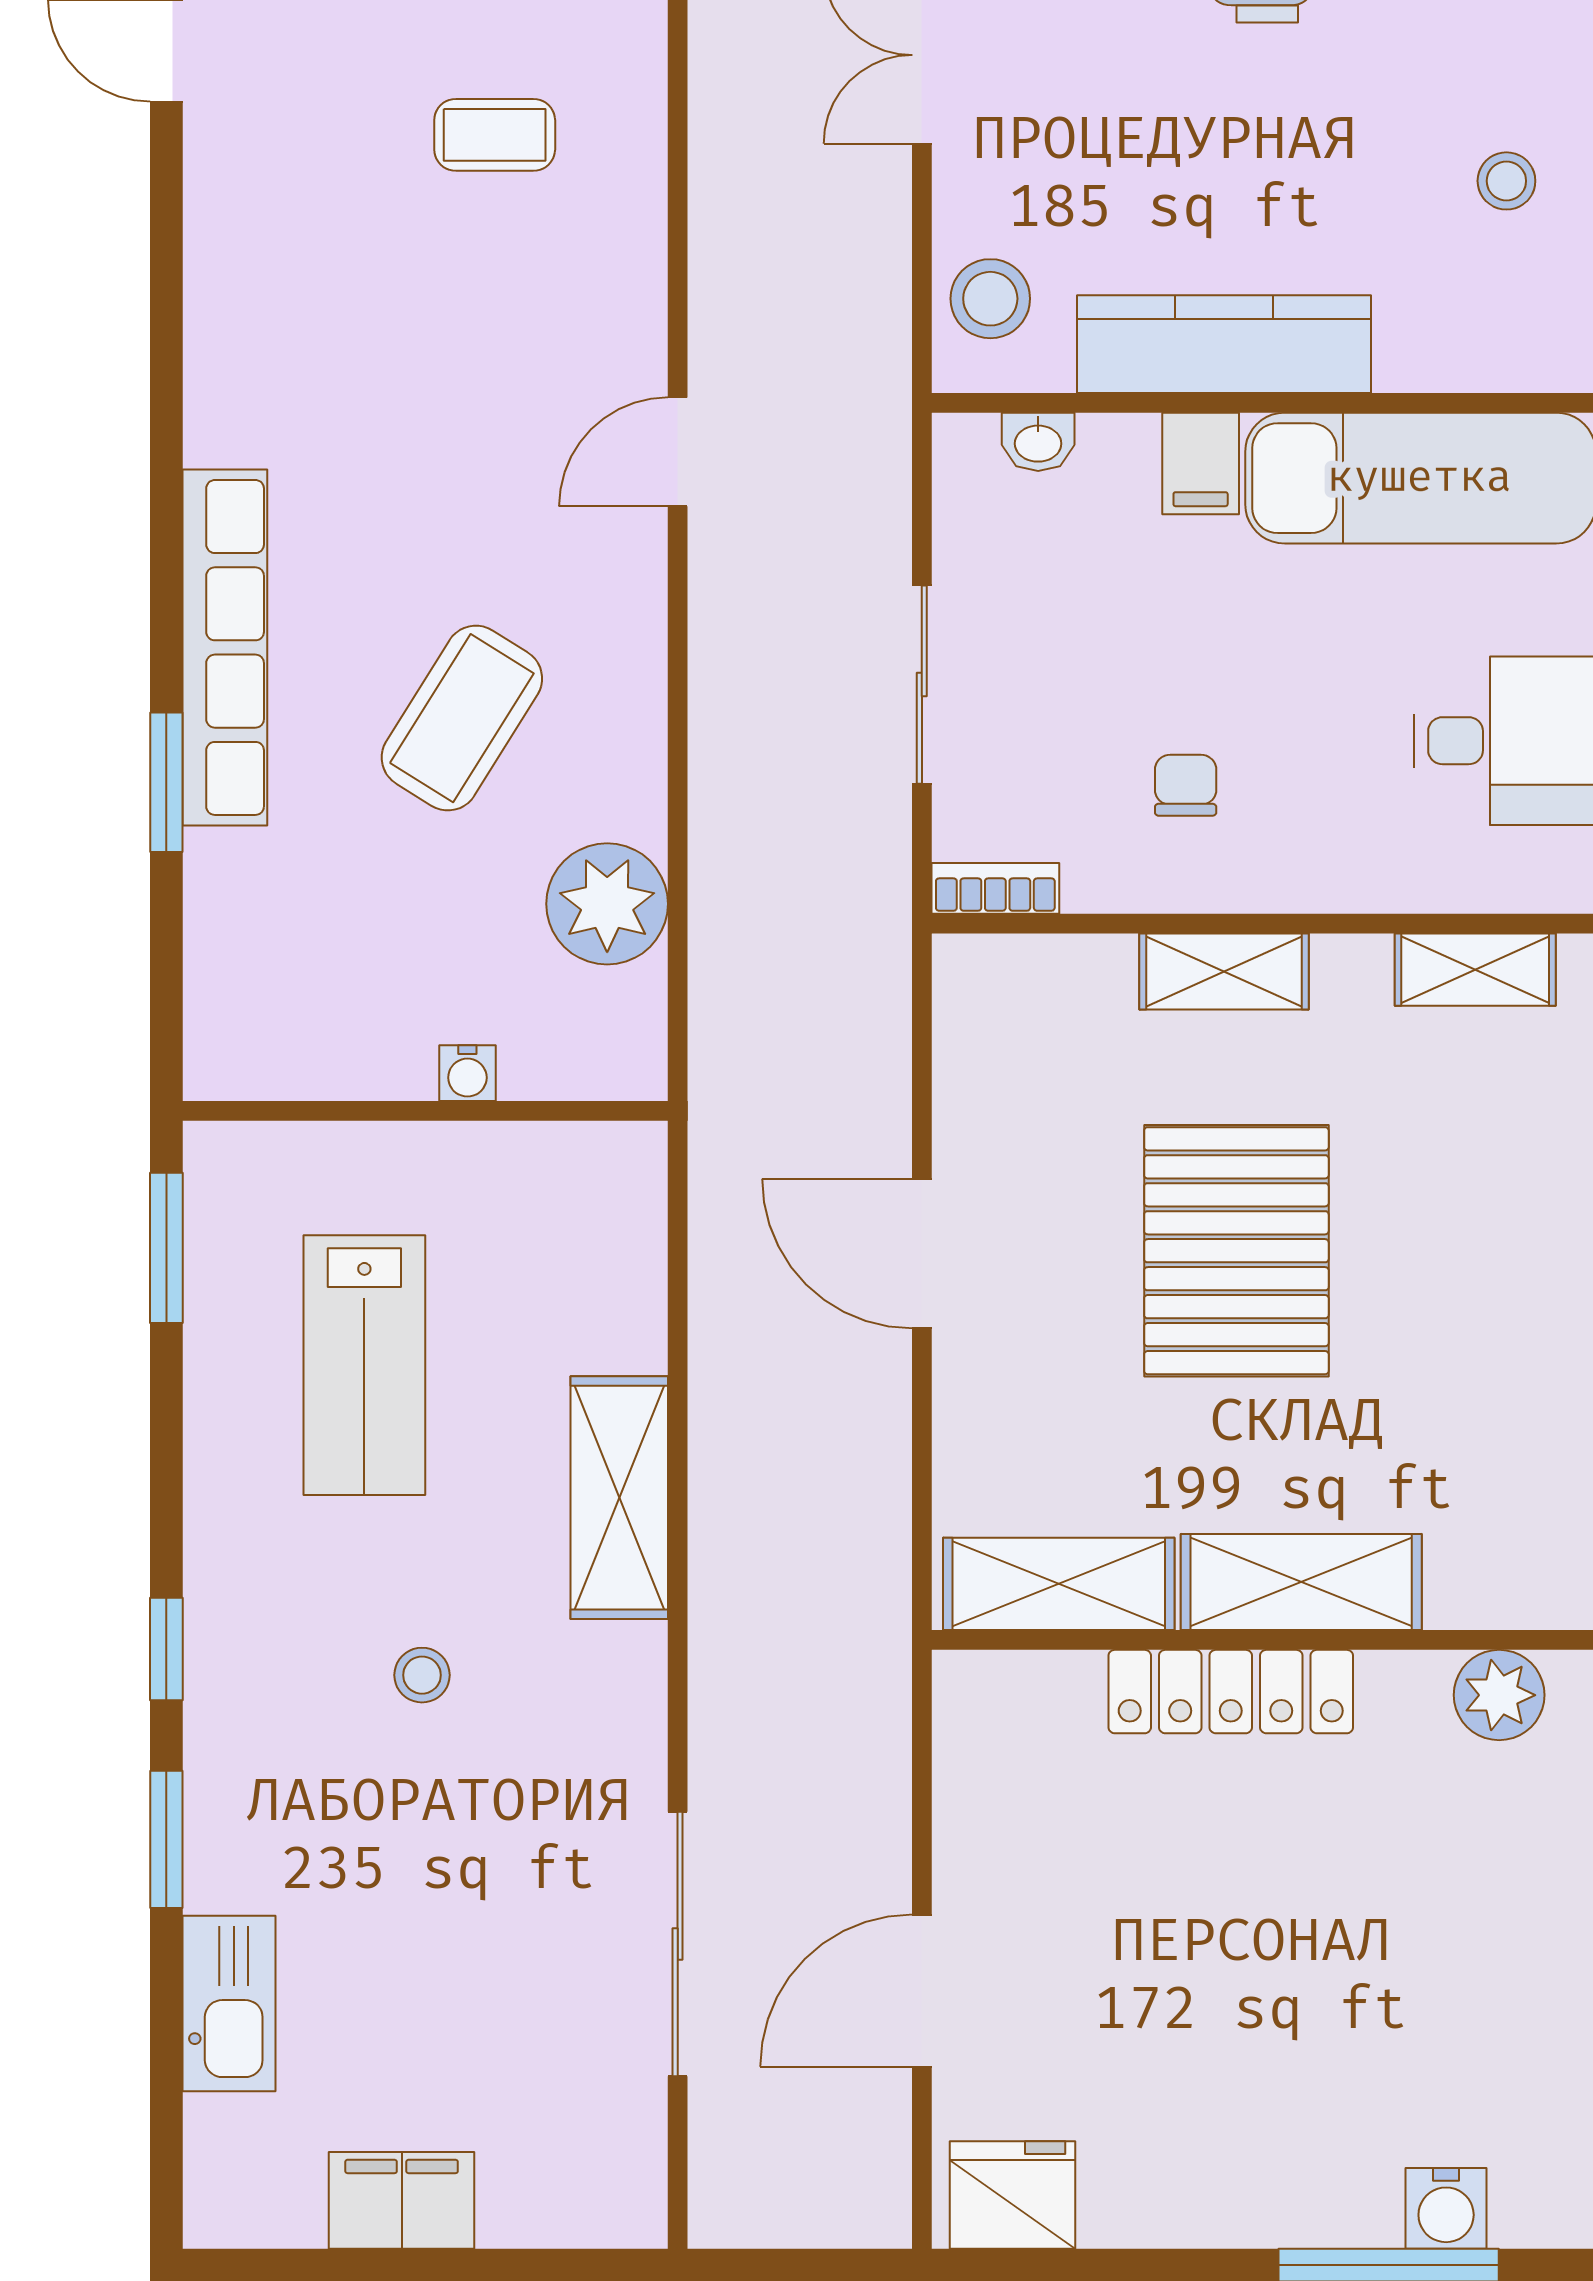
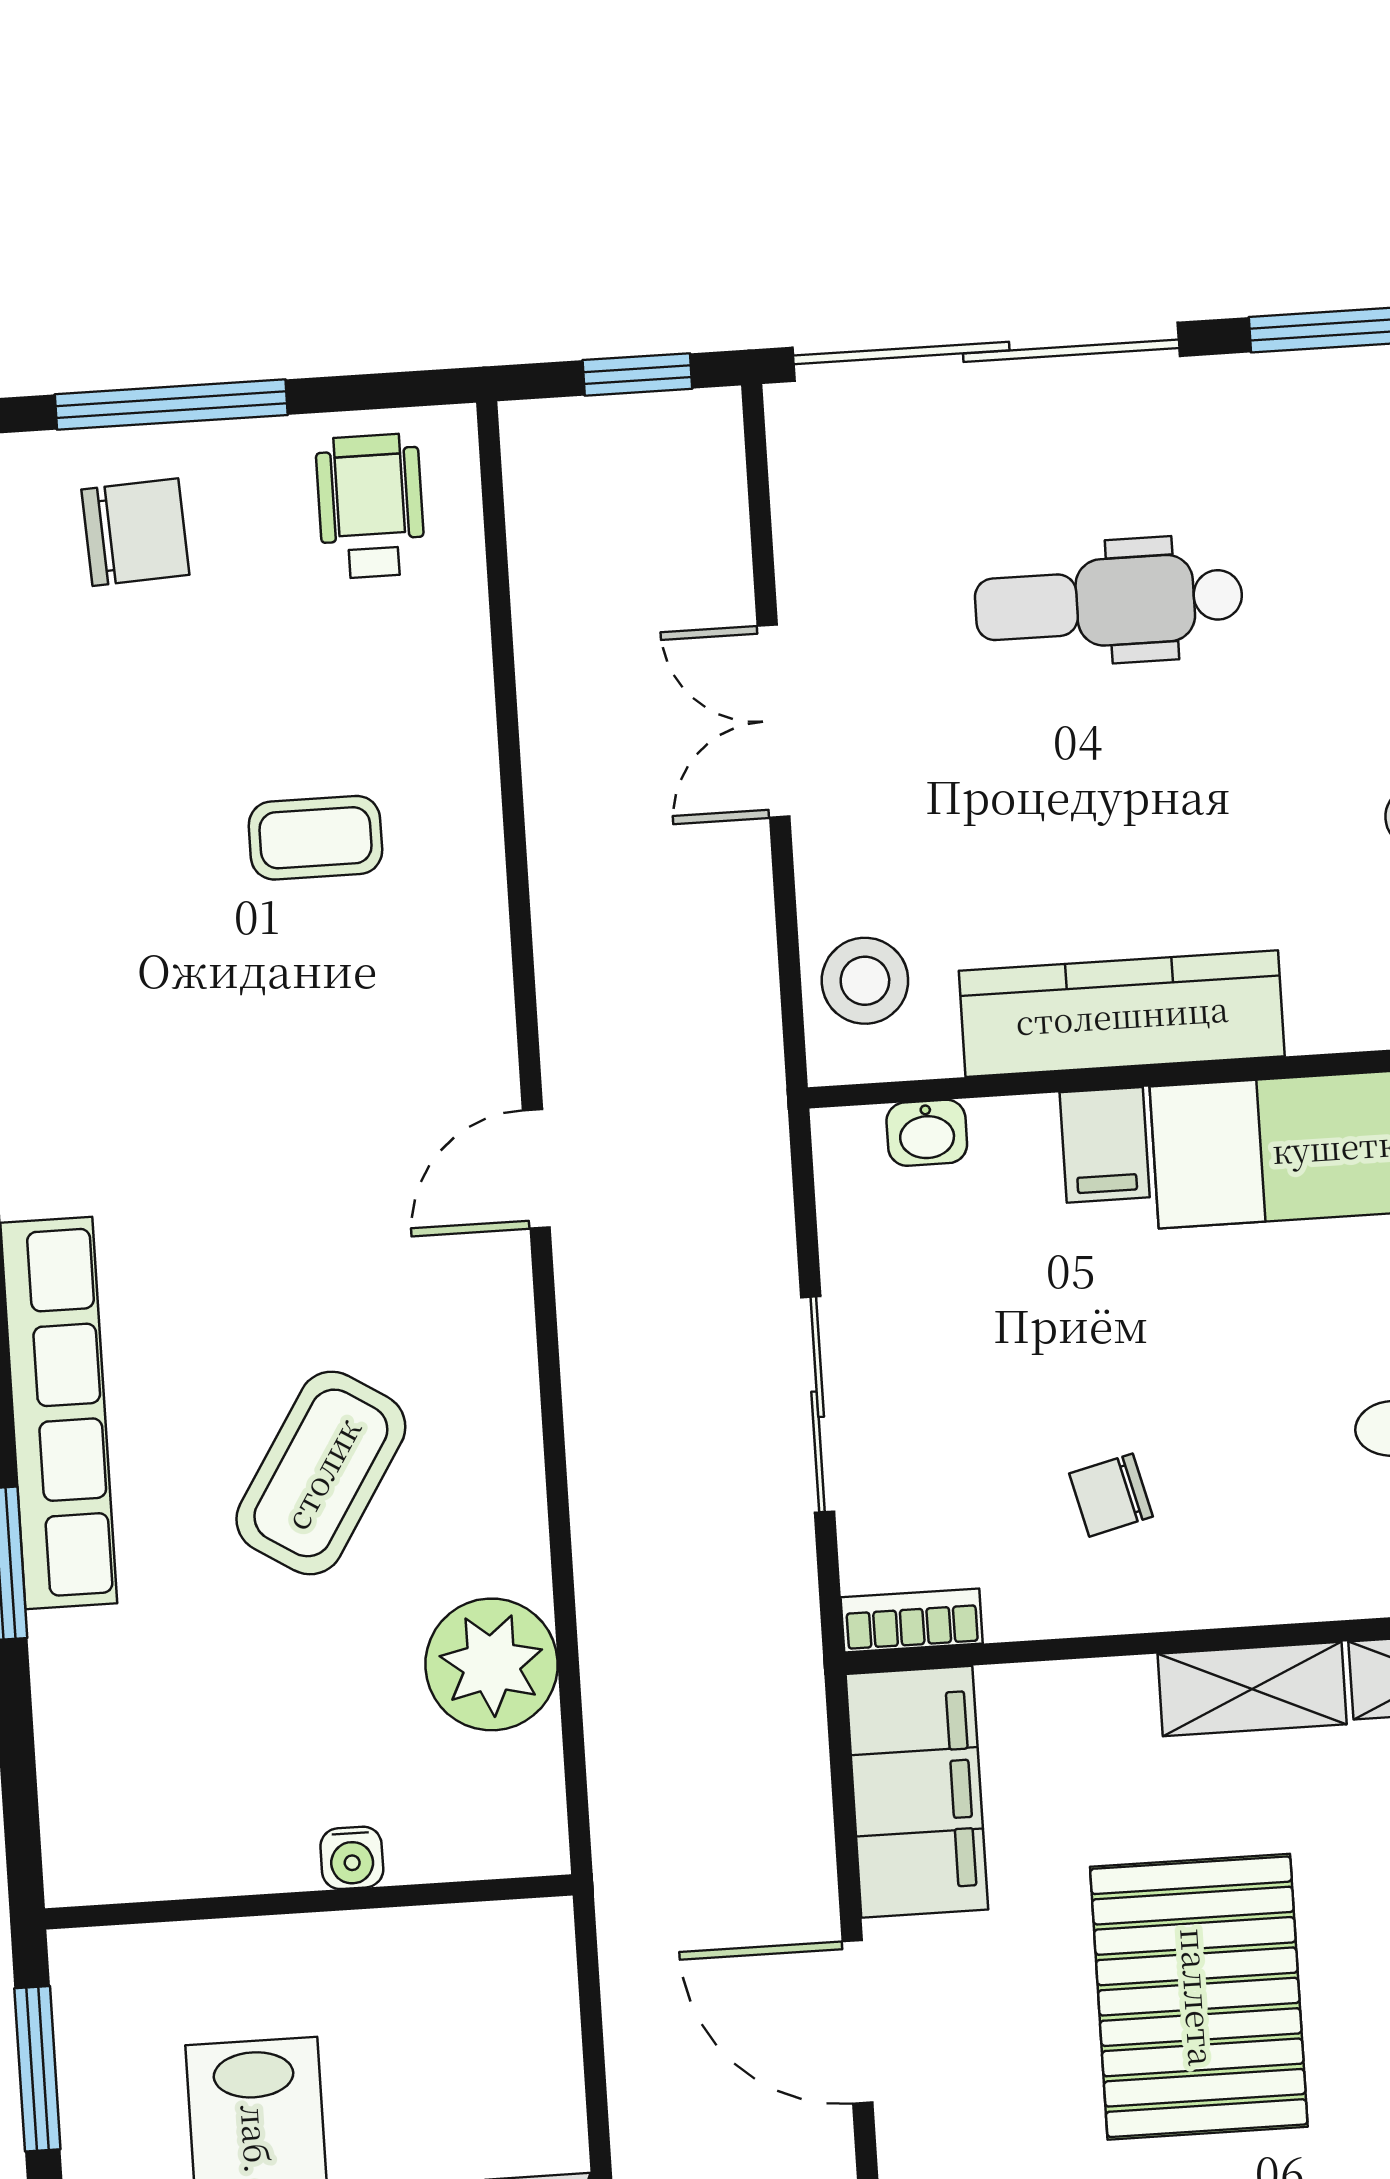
chair: (1186, 785) -> (1111, 1495), turned -104
shelving: (1224, 972) -> (1252, 1689), moved
filing cabinet: (990, 1046) -> (917, 1792), added

